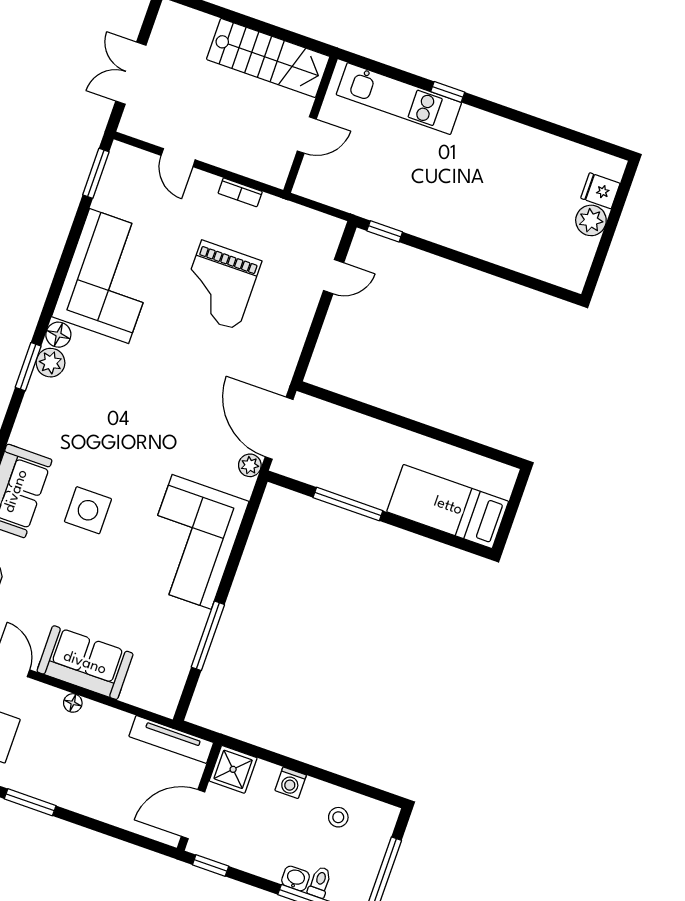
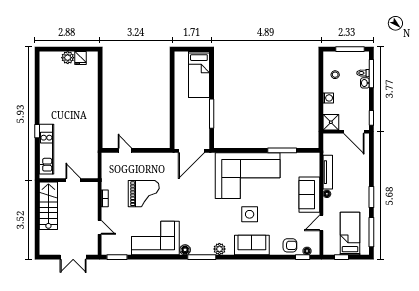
door: (178, 158) -> (100, 227), hinge flipped
fridge: (600, 191) -> (81, 58), moved
window: (385, 231) -> (100, 137), removed
plant: (51, 363) -> (219, 249), moved
window: (28, 367) -> (202, 257), width x1.44
plant: (250, 465) -> (210, 157), removed
corner sofa: (192, 542) -> (248, 176), width x1.36, depth x1.36
tv unit: (171, 739) -> (328, 172), moved

